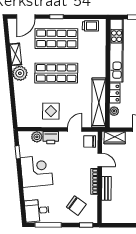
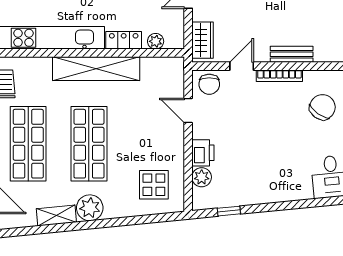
shelving: (99, 103) -> (96, 69), moved
display table: (51, 111) -> (154, 185), moved
corner desk: (37, 171) -> (262, 177), removed

